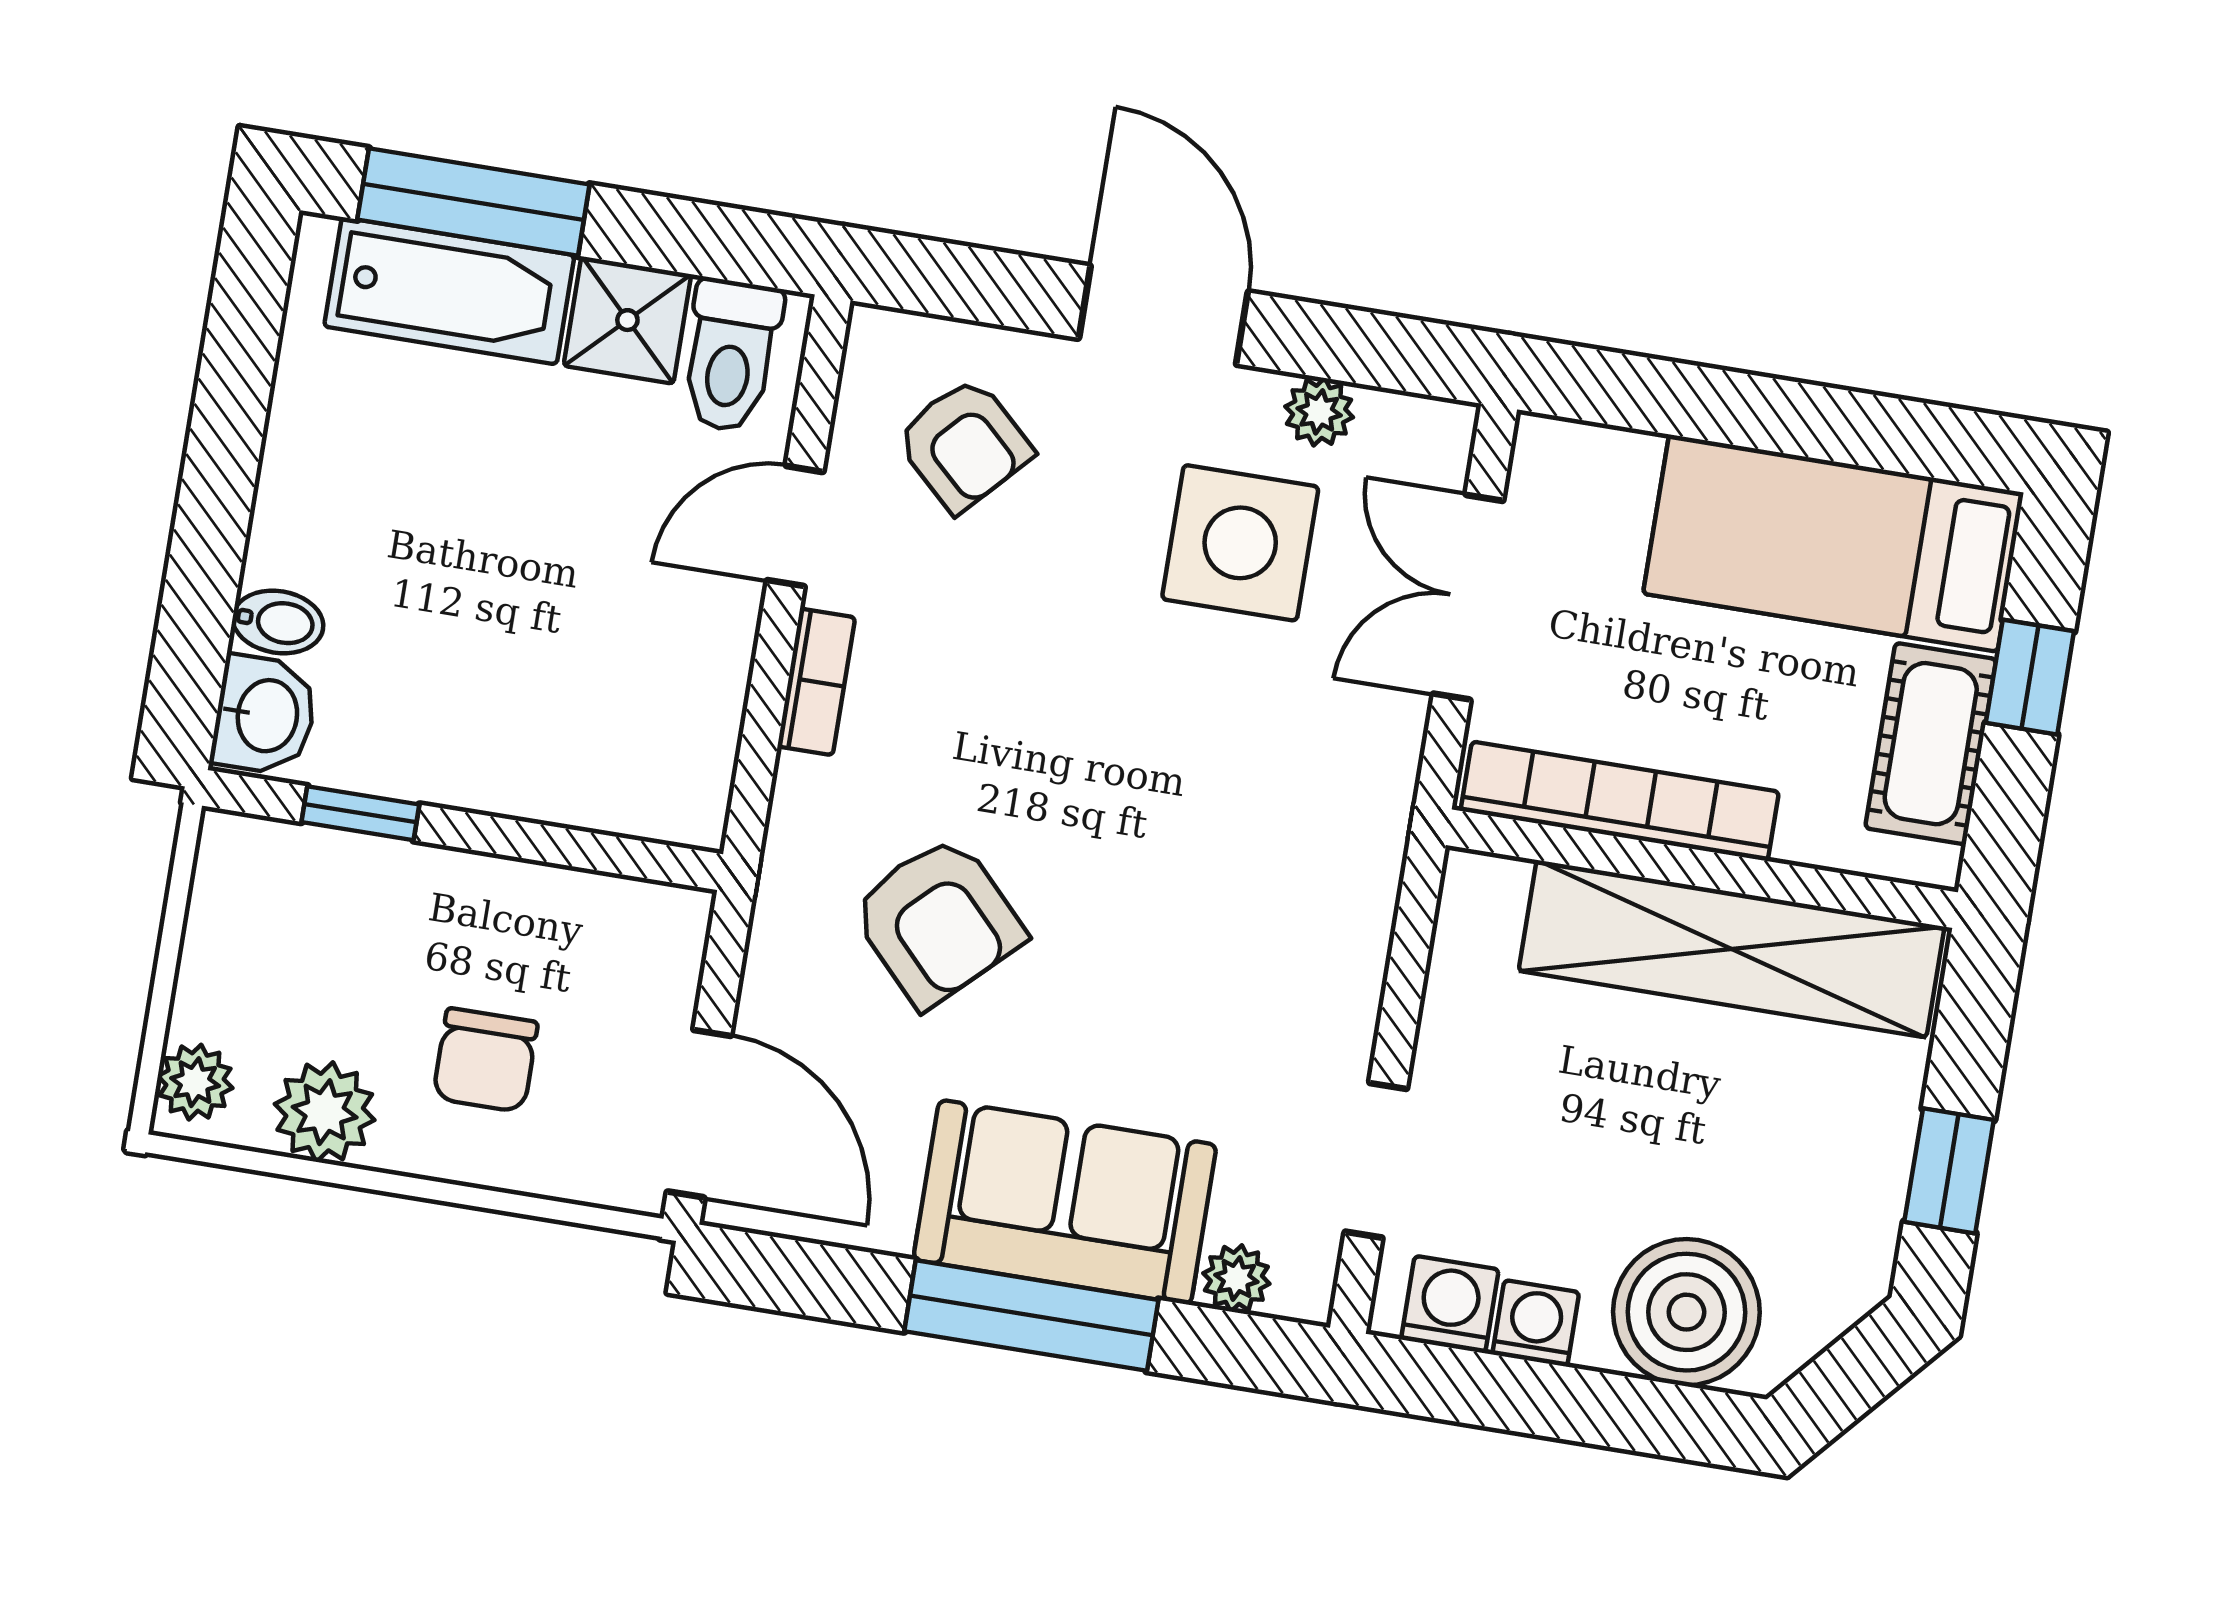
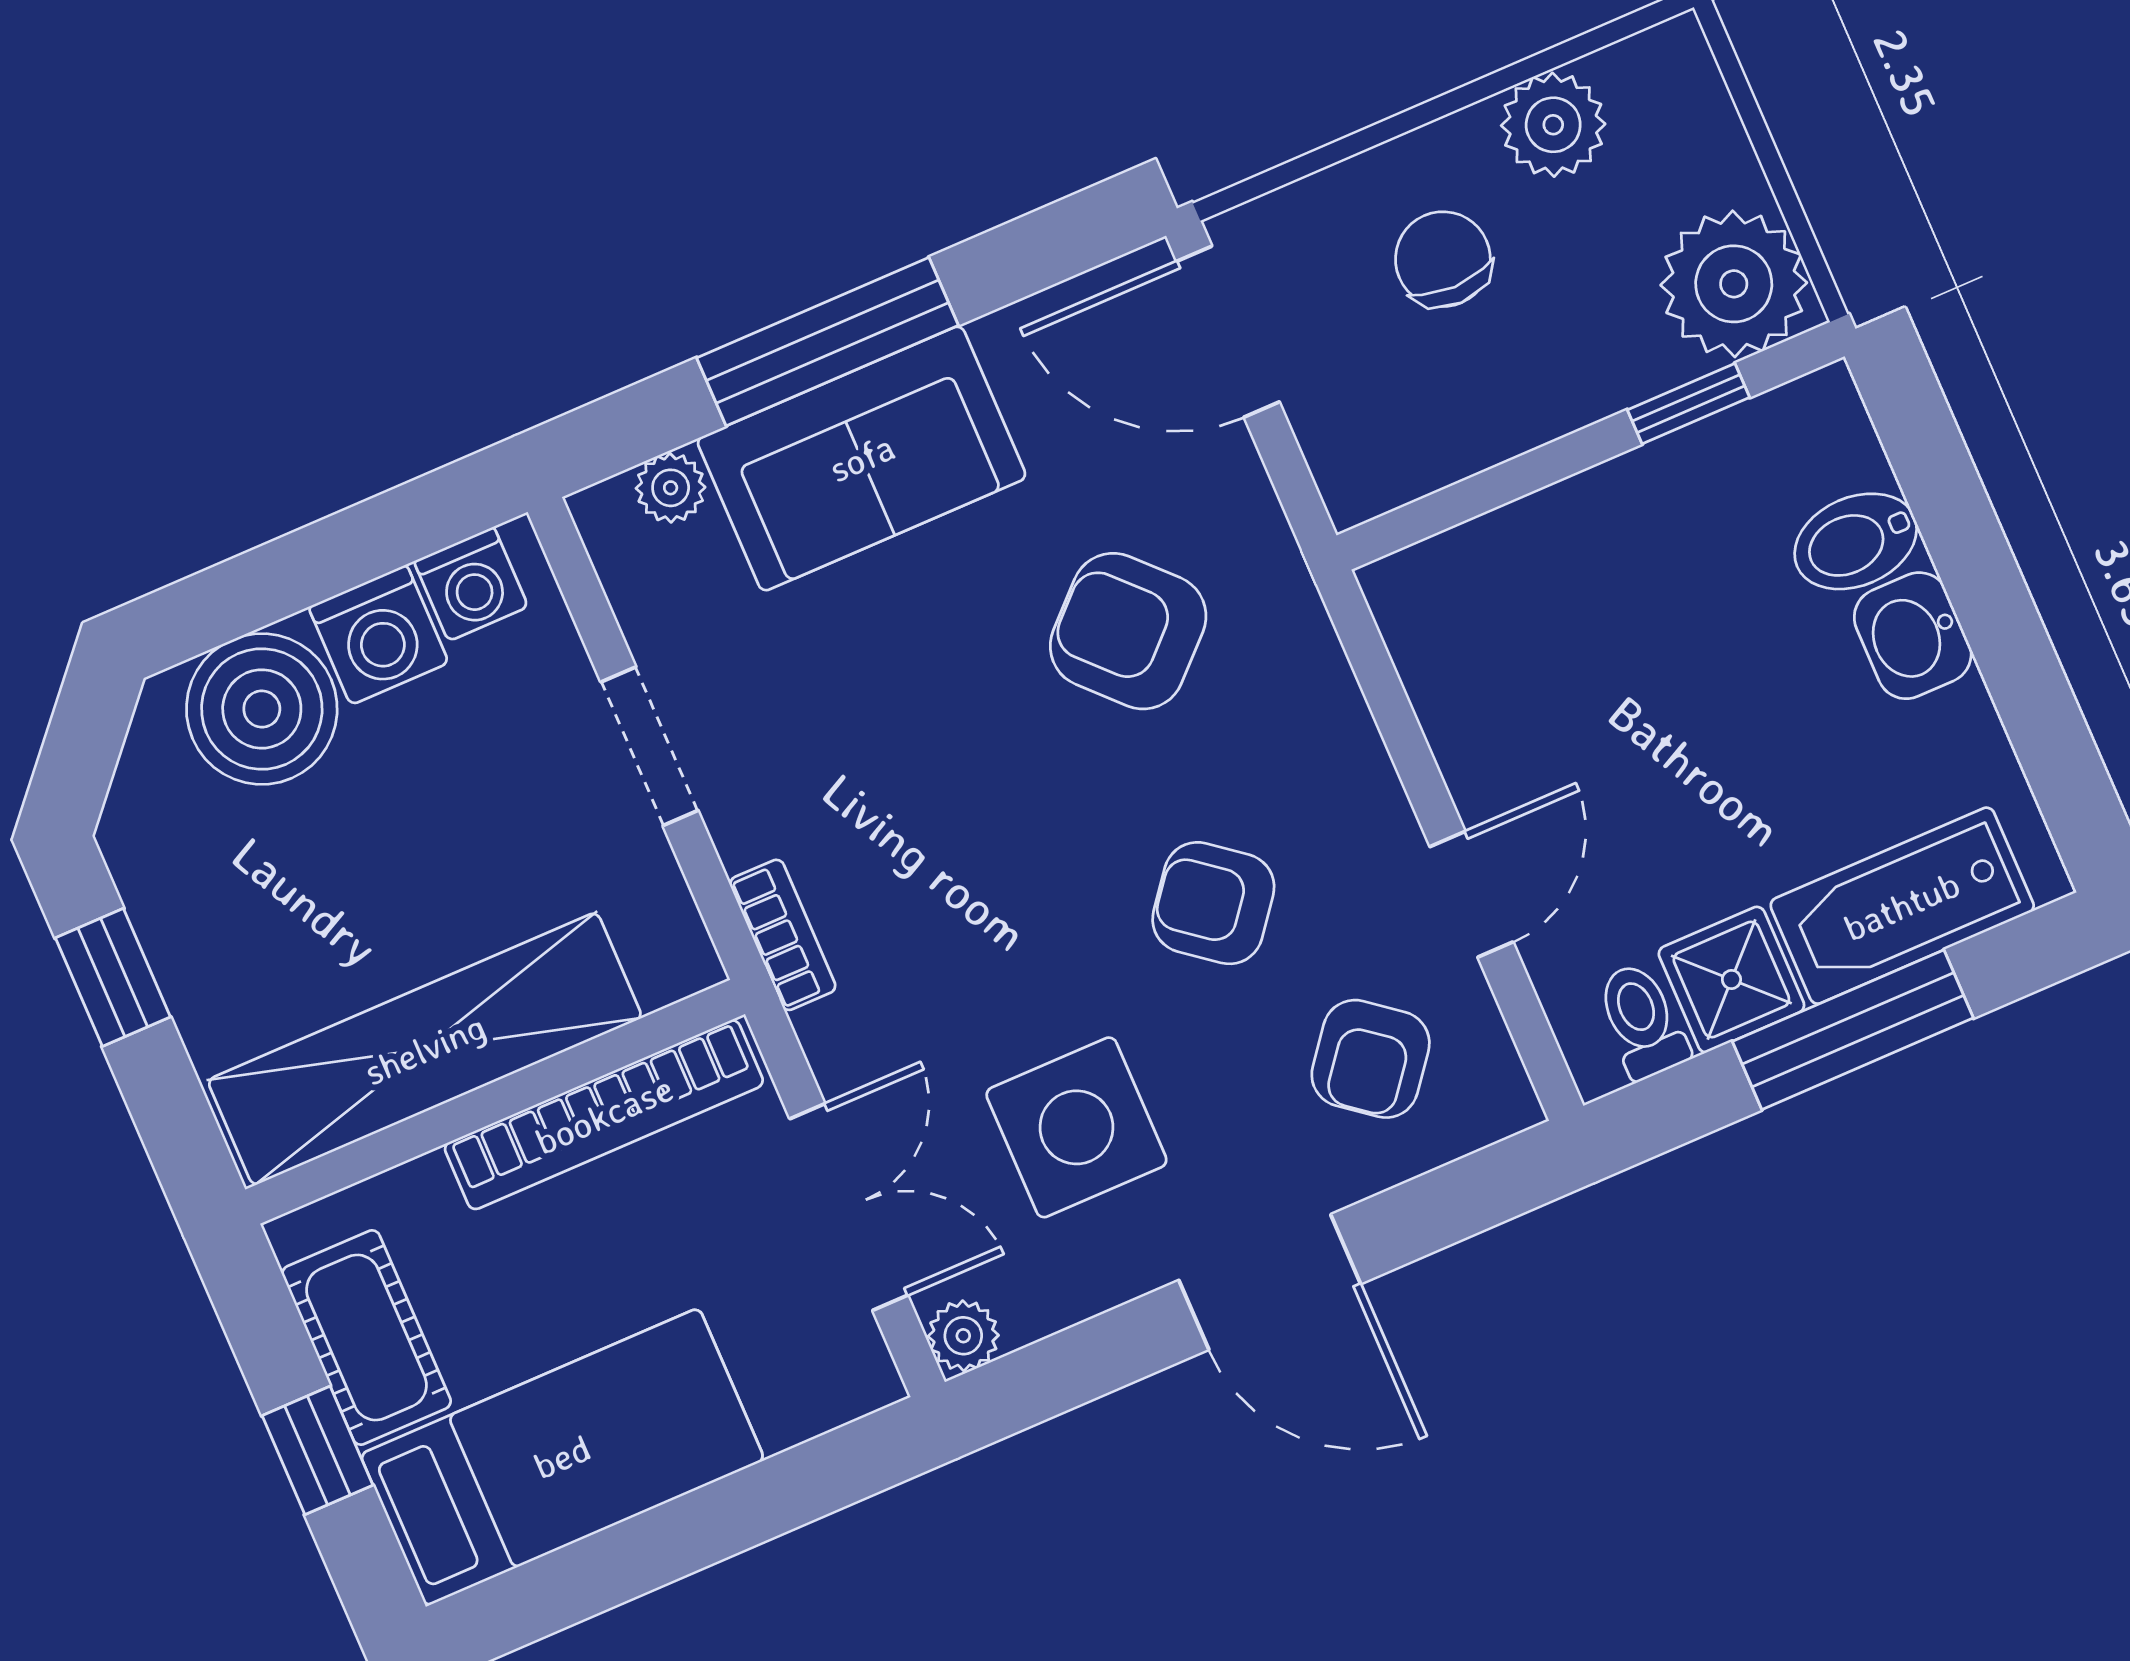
window: (473, 202) -> (1853, 1030), moved
toilet: (731, 356) -> (1642, 1021), width x0.73, depth x0.72
plant: (1319, 412) -> (963, 1336), moved
armchair: (964, 445) -> (1371, 1059), turned -95
bidet: (278, 622) -> (1856, 541), width x1.38, depth x1.36
armchair: (1011, 654) -> (1213, 903), added
bookcase: (816, 682) -> (783, 935), moved, turned 180
washbasin: (265, 715) -> (1913, 636), moved
plant: (195, 1082) -> (1734, 284), moved, width x1.87, depth x1.87
doorway: (1376, 1160) -> (649, 746), moved
washing machine: (1536, 1323) -> (379, 635), width x1.38, depth x1.38

